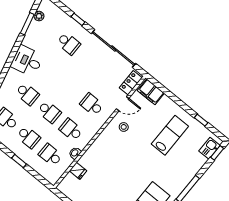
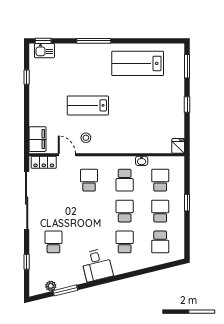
window: (78, 19) -> (27, 262), moved
school desk: (92, 105) -> (89, 180), turned 180
lab bench: (170, 135) -> (88, 105), moved
school desk: (50, 155) -> (160, 180), turned 180
fridge: (78, 171) -> (178, 146), moved

